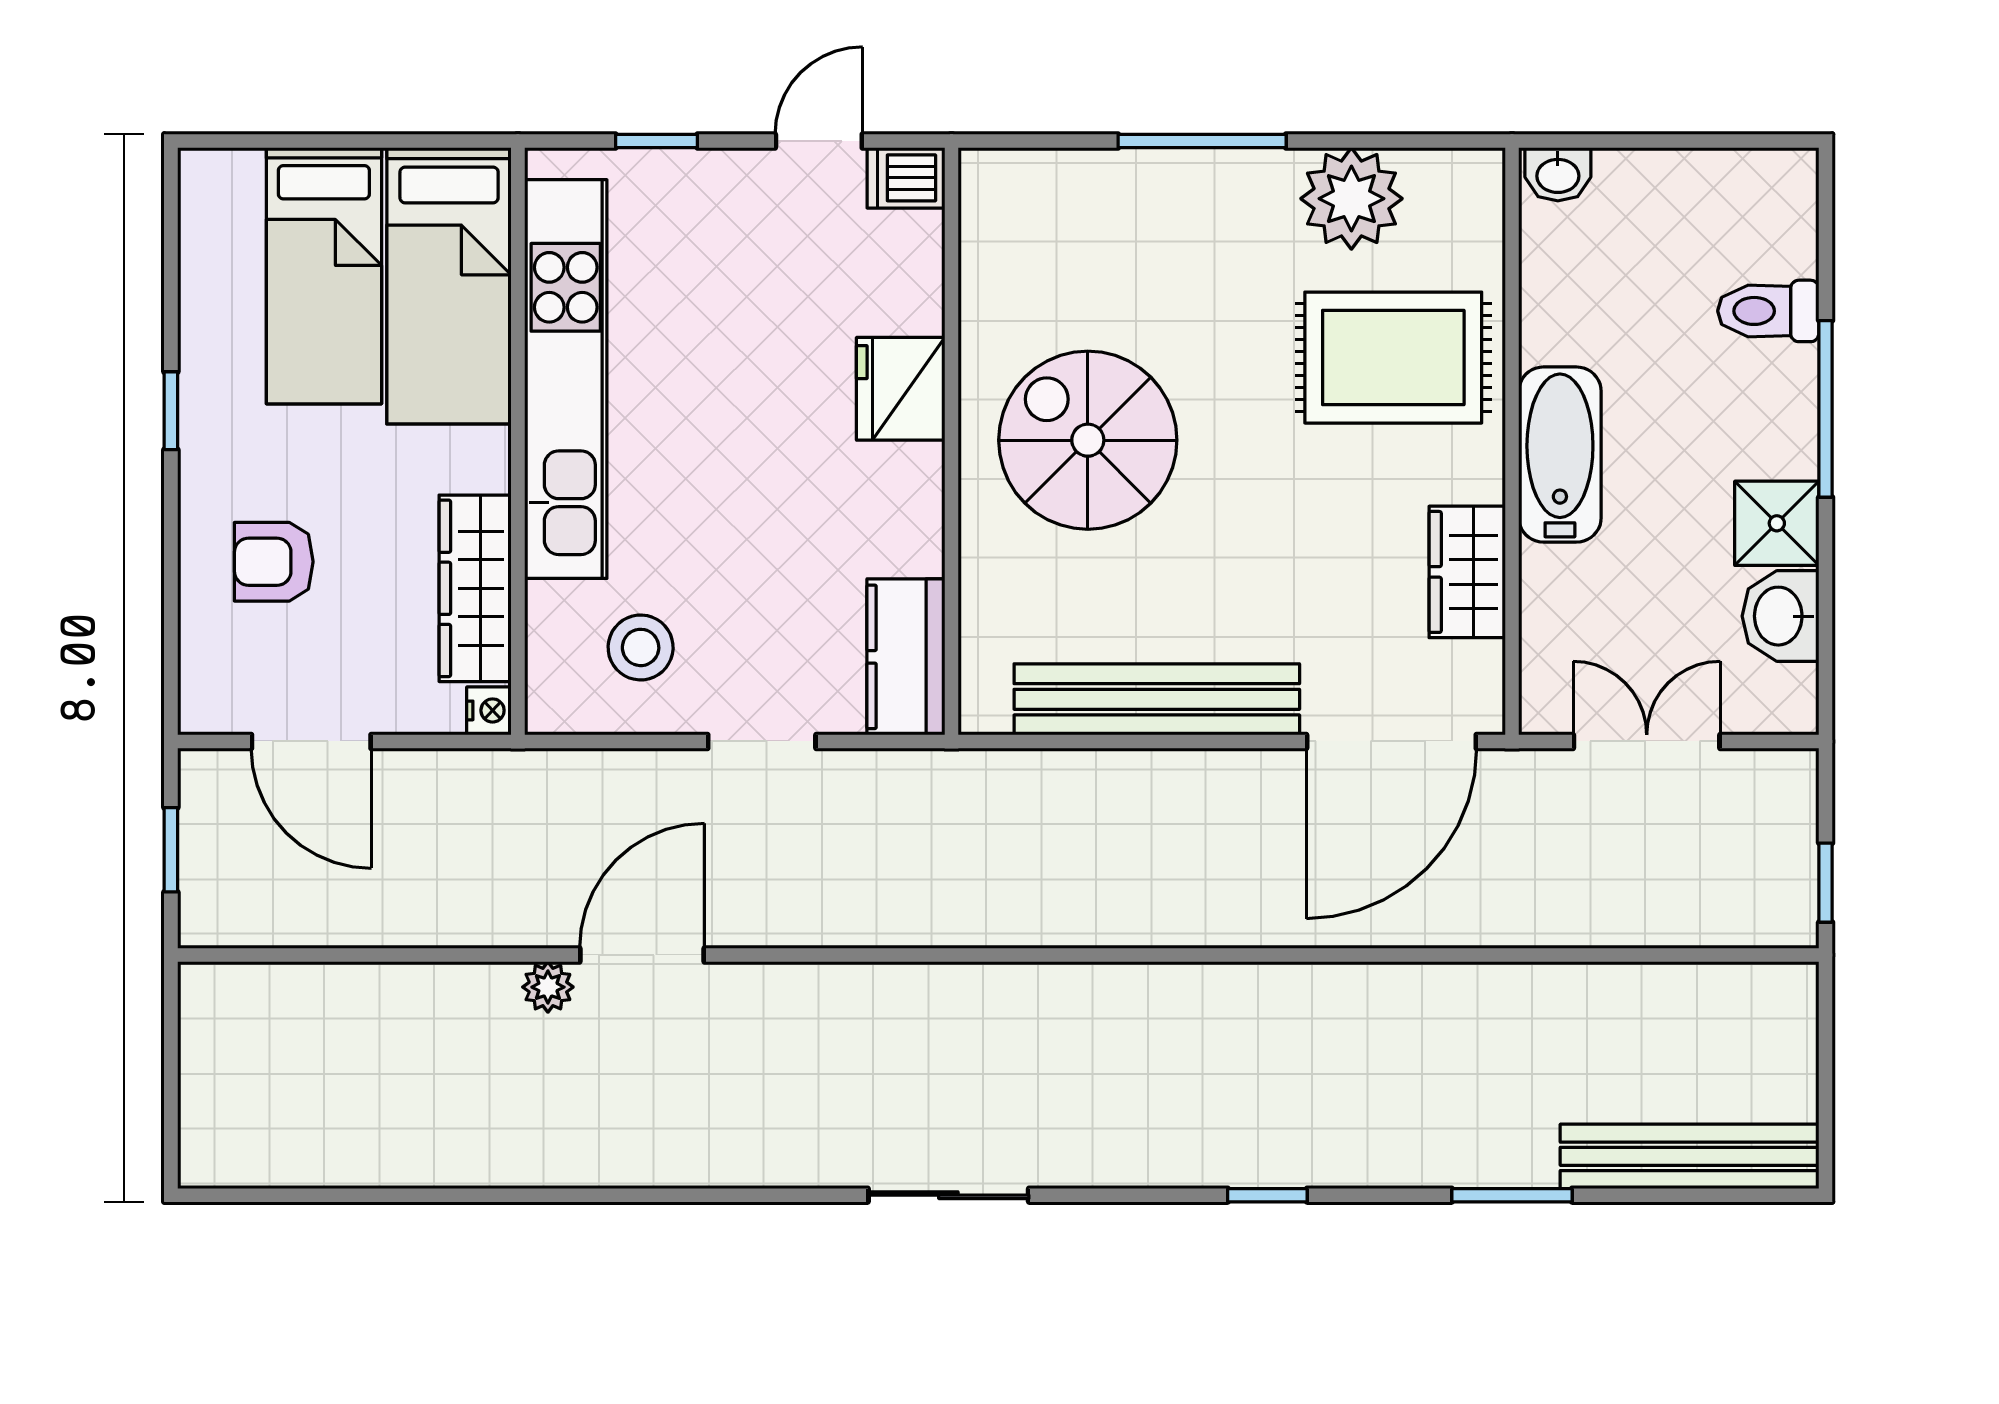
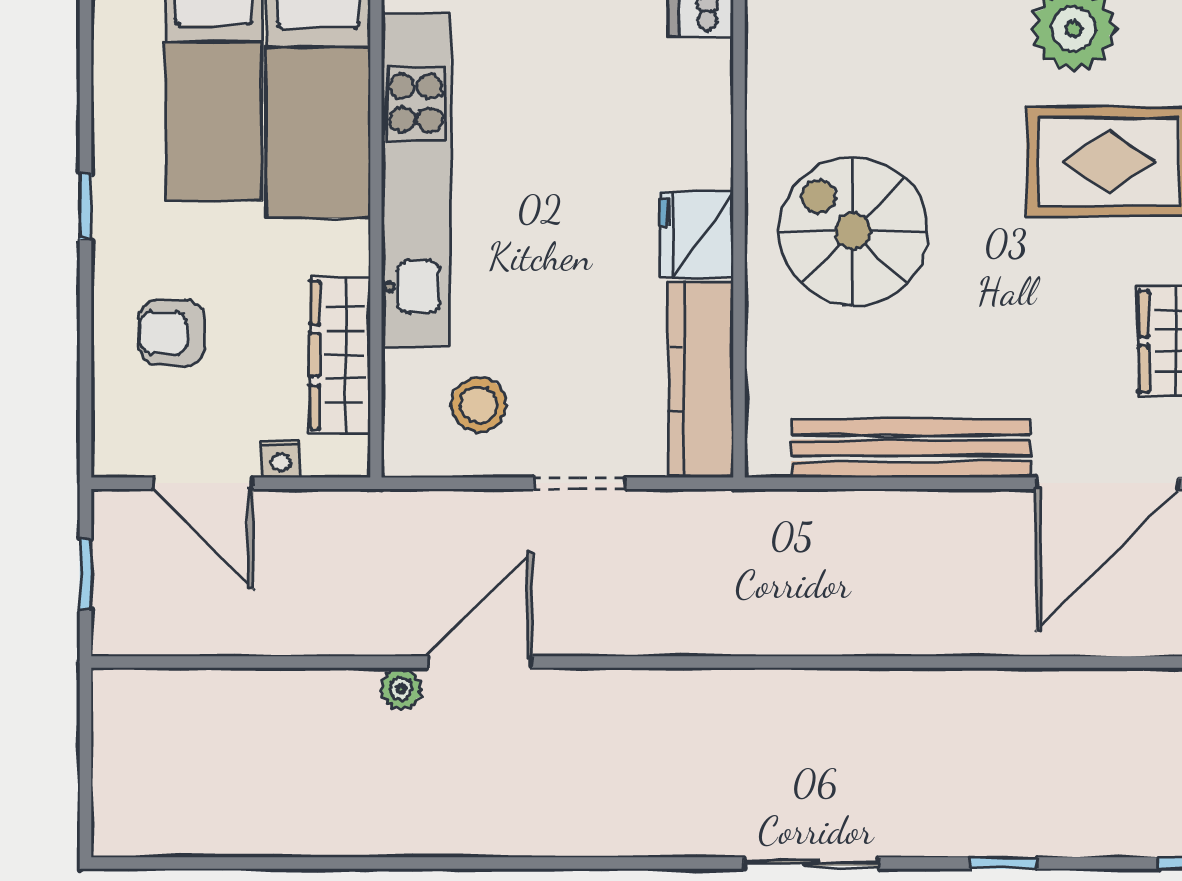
fridge: (901, 389) -> (696, 234), moved
kitchen counter: (906, 657) -> (701, 380), width x1.50
nightstand: (489, 710) -> (281, 459), moved, turned 90
sliding door: (948, 1195) -> (811, 863), moved

